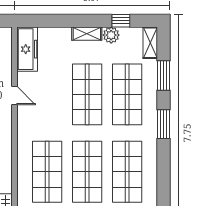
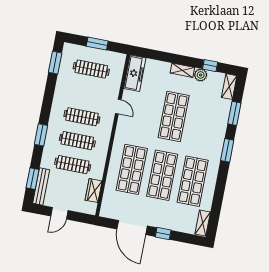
shop shelf: (127, 94) -> (204, 122), removed

